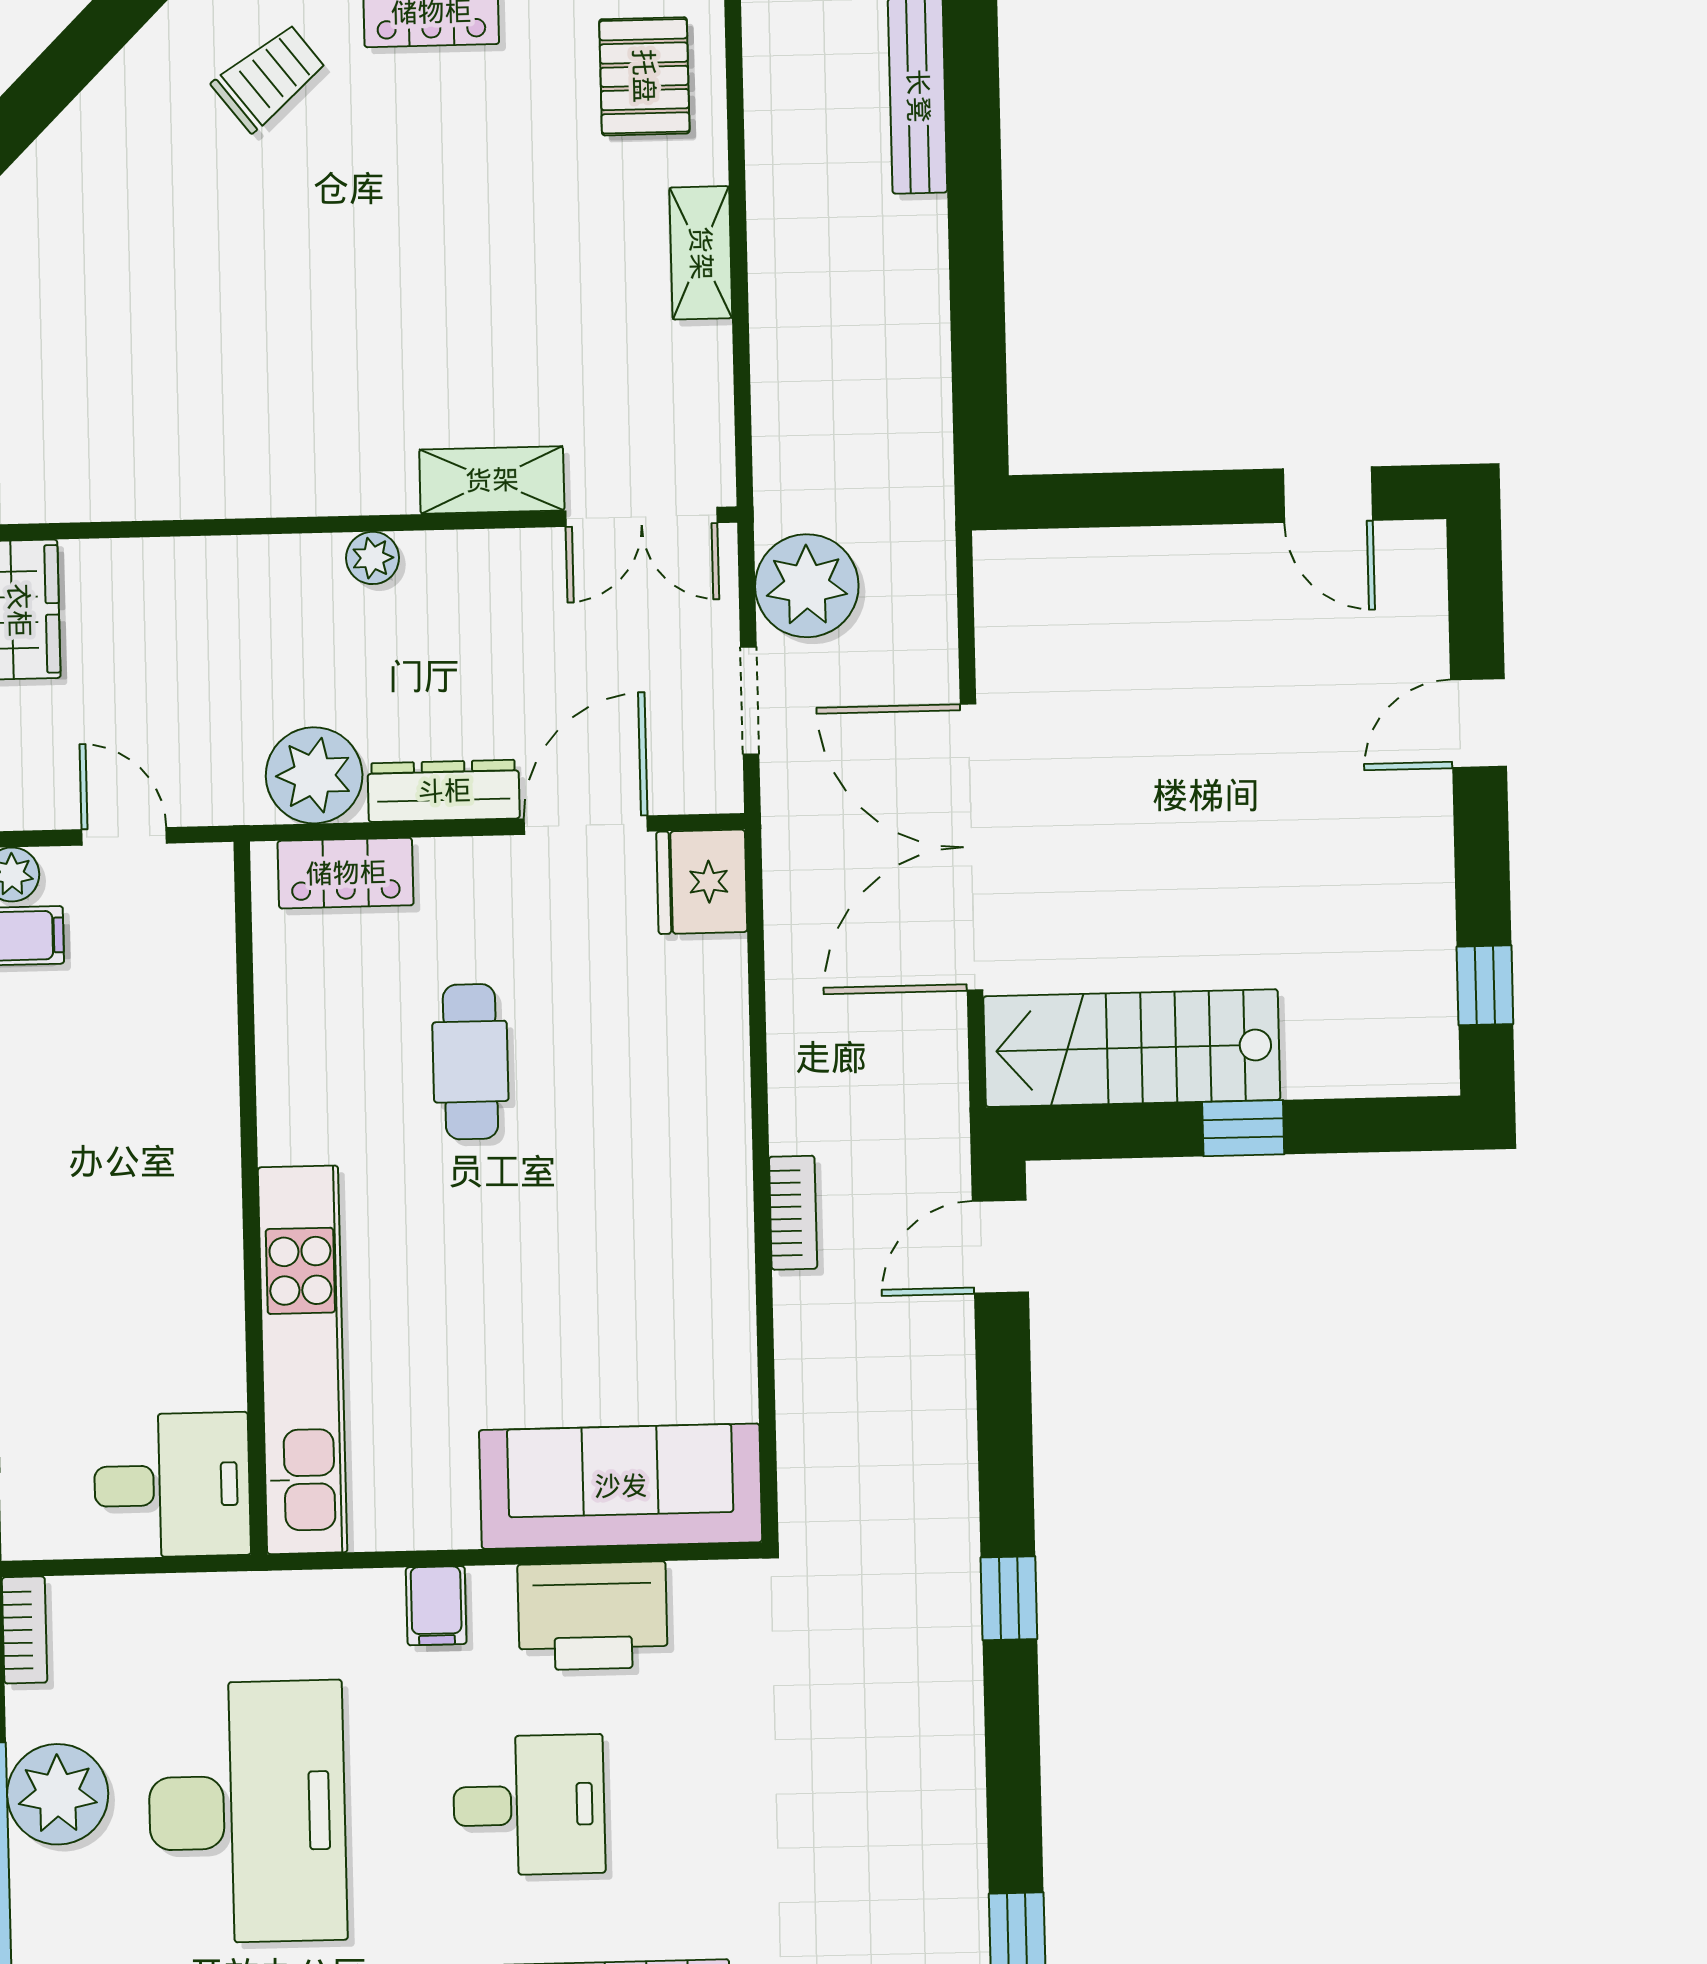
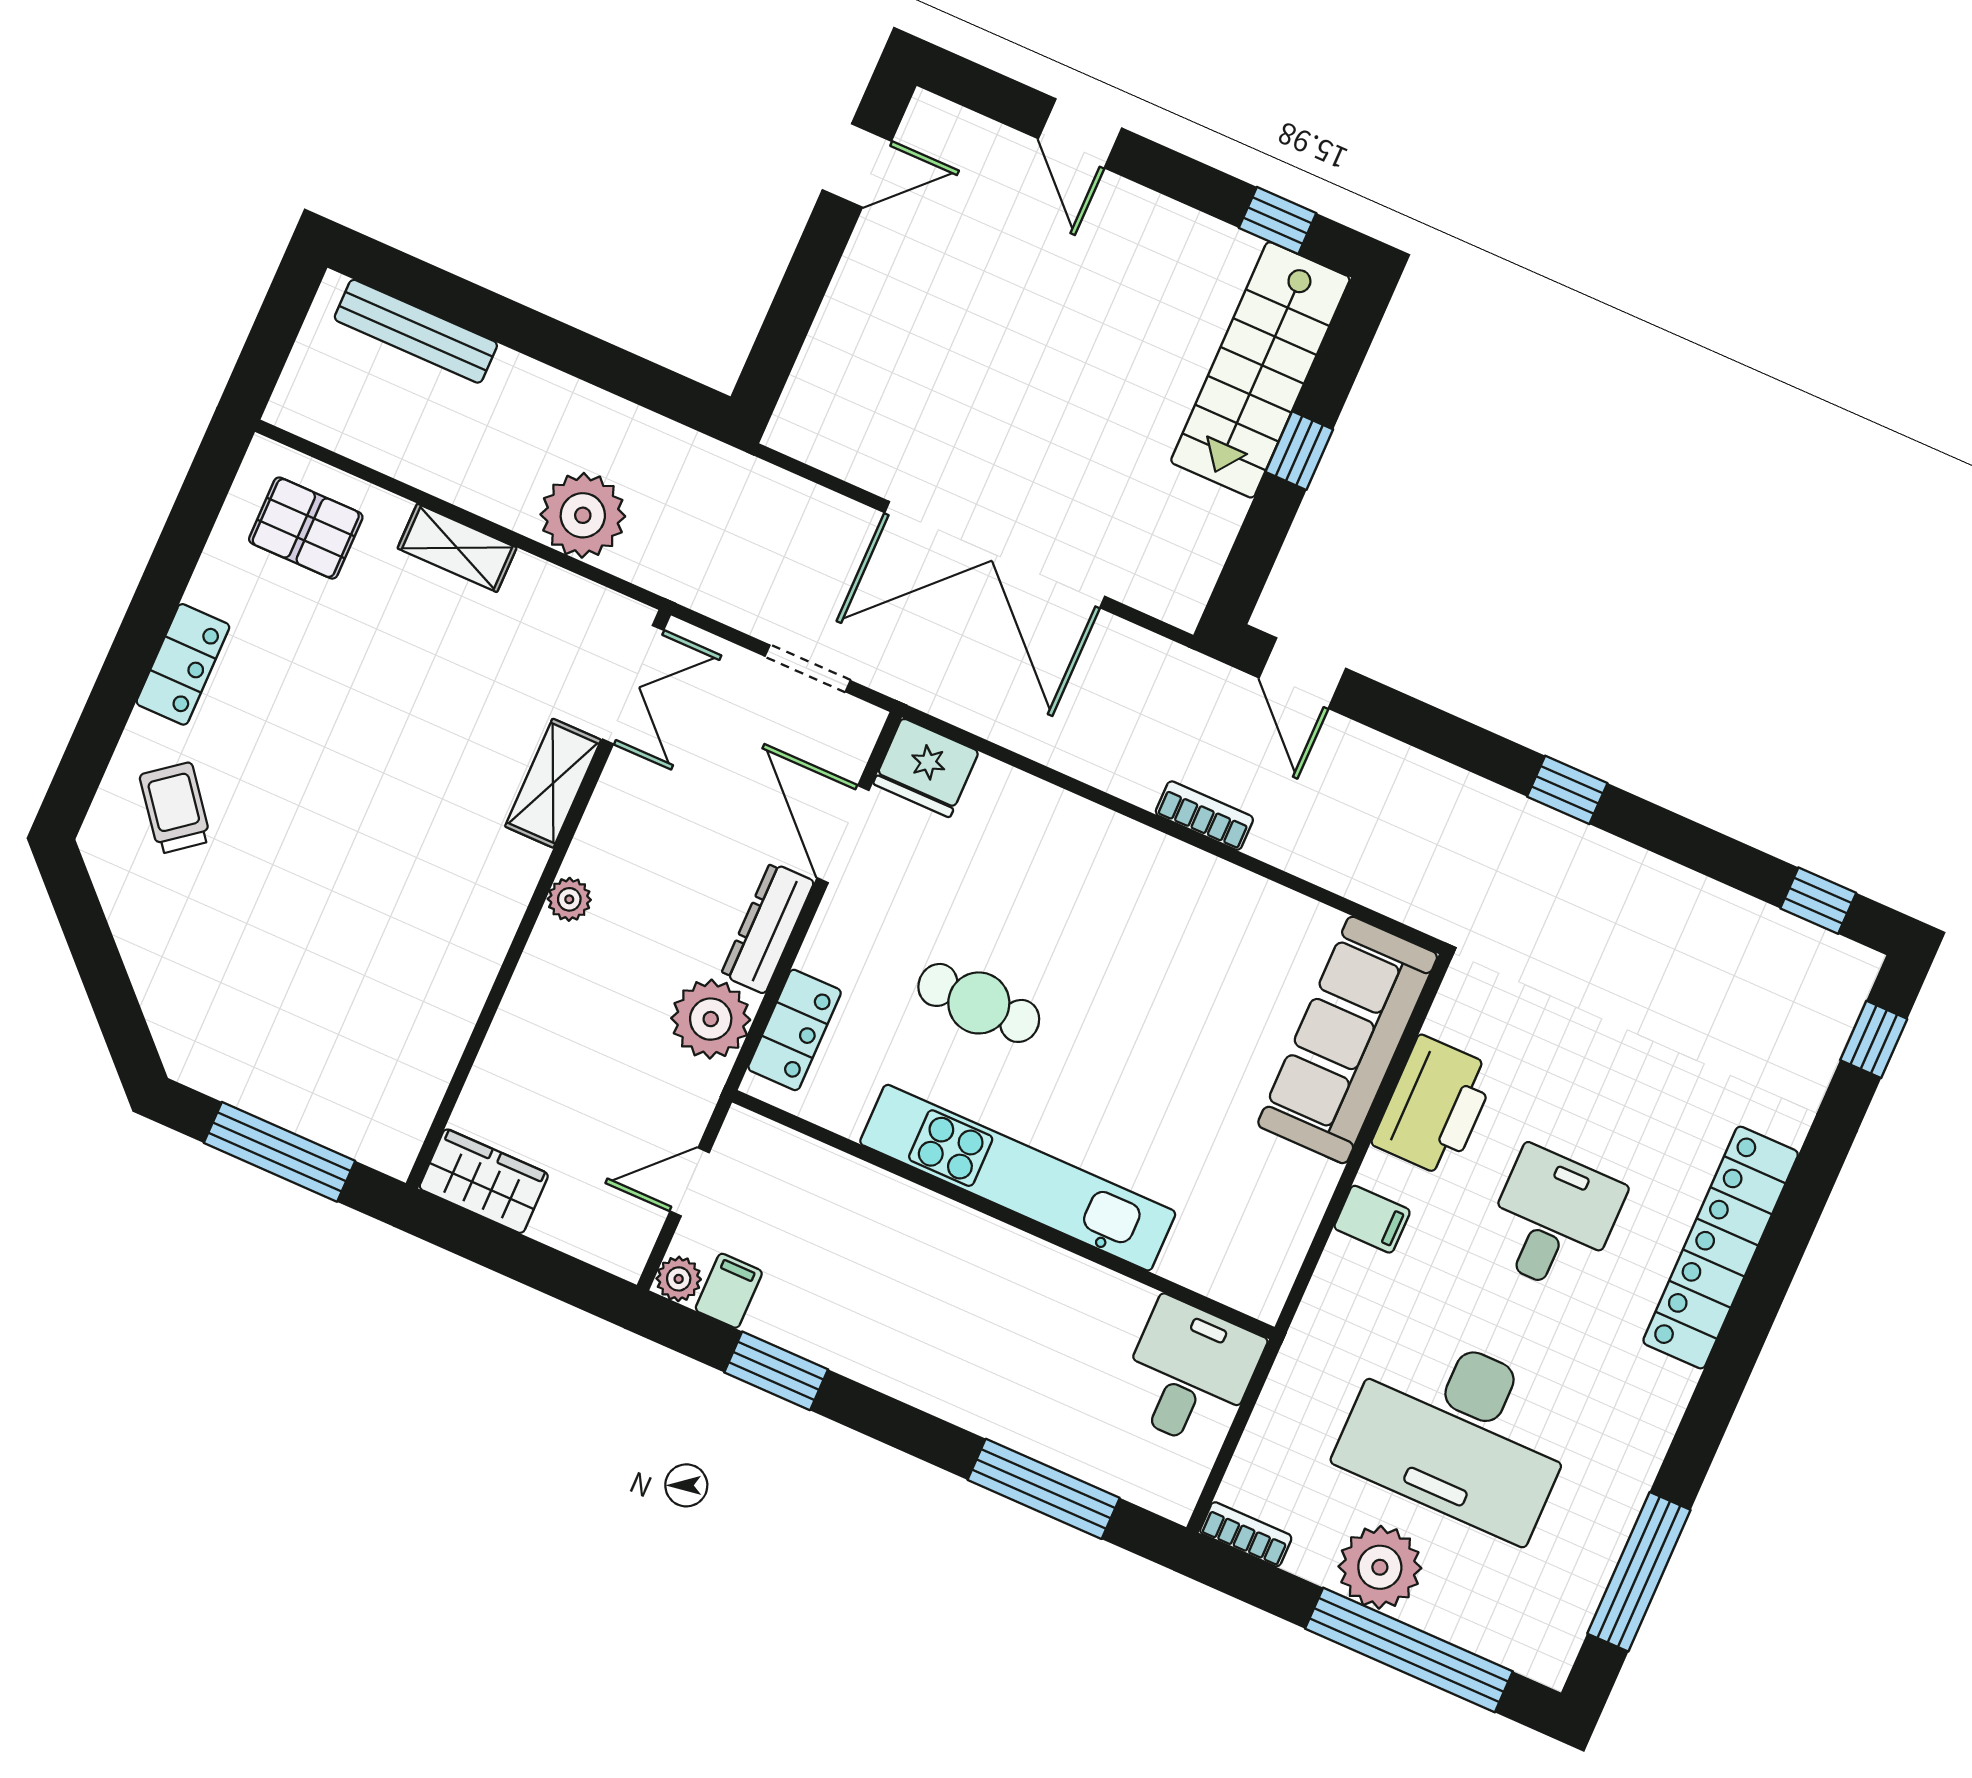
plant: (807, 586) -> (583, 515), moved
stairs: (1132, 1048) -> (1260, 370), moved
kitchen unit: (303, 1360) -> (1018, 1178), moved
desk: (247, 1812) -> (1459, 1432), turned 180

